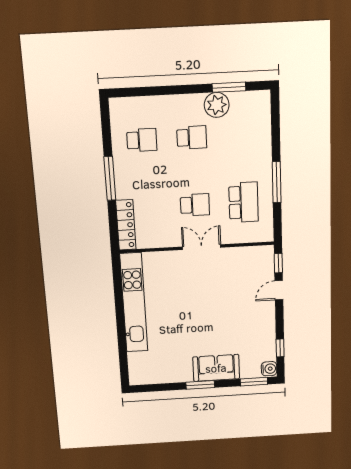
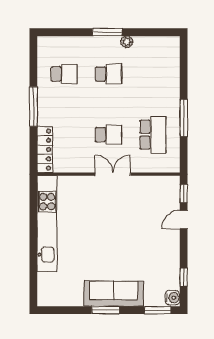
window: (229, 87) -> (107, 32), moved
plant: (217, 105) -> (127, 42), width x0.53, depth x0.53
sofa: (216, 368) -> (114, 294), width x1.36

